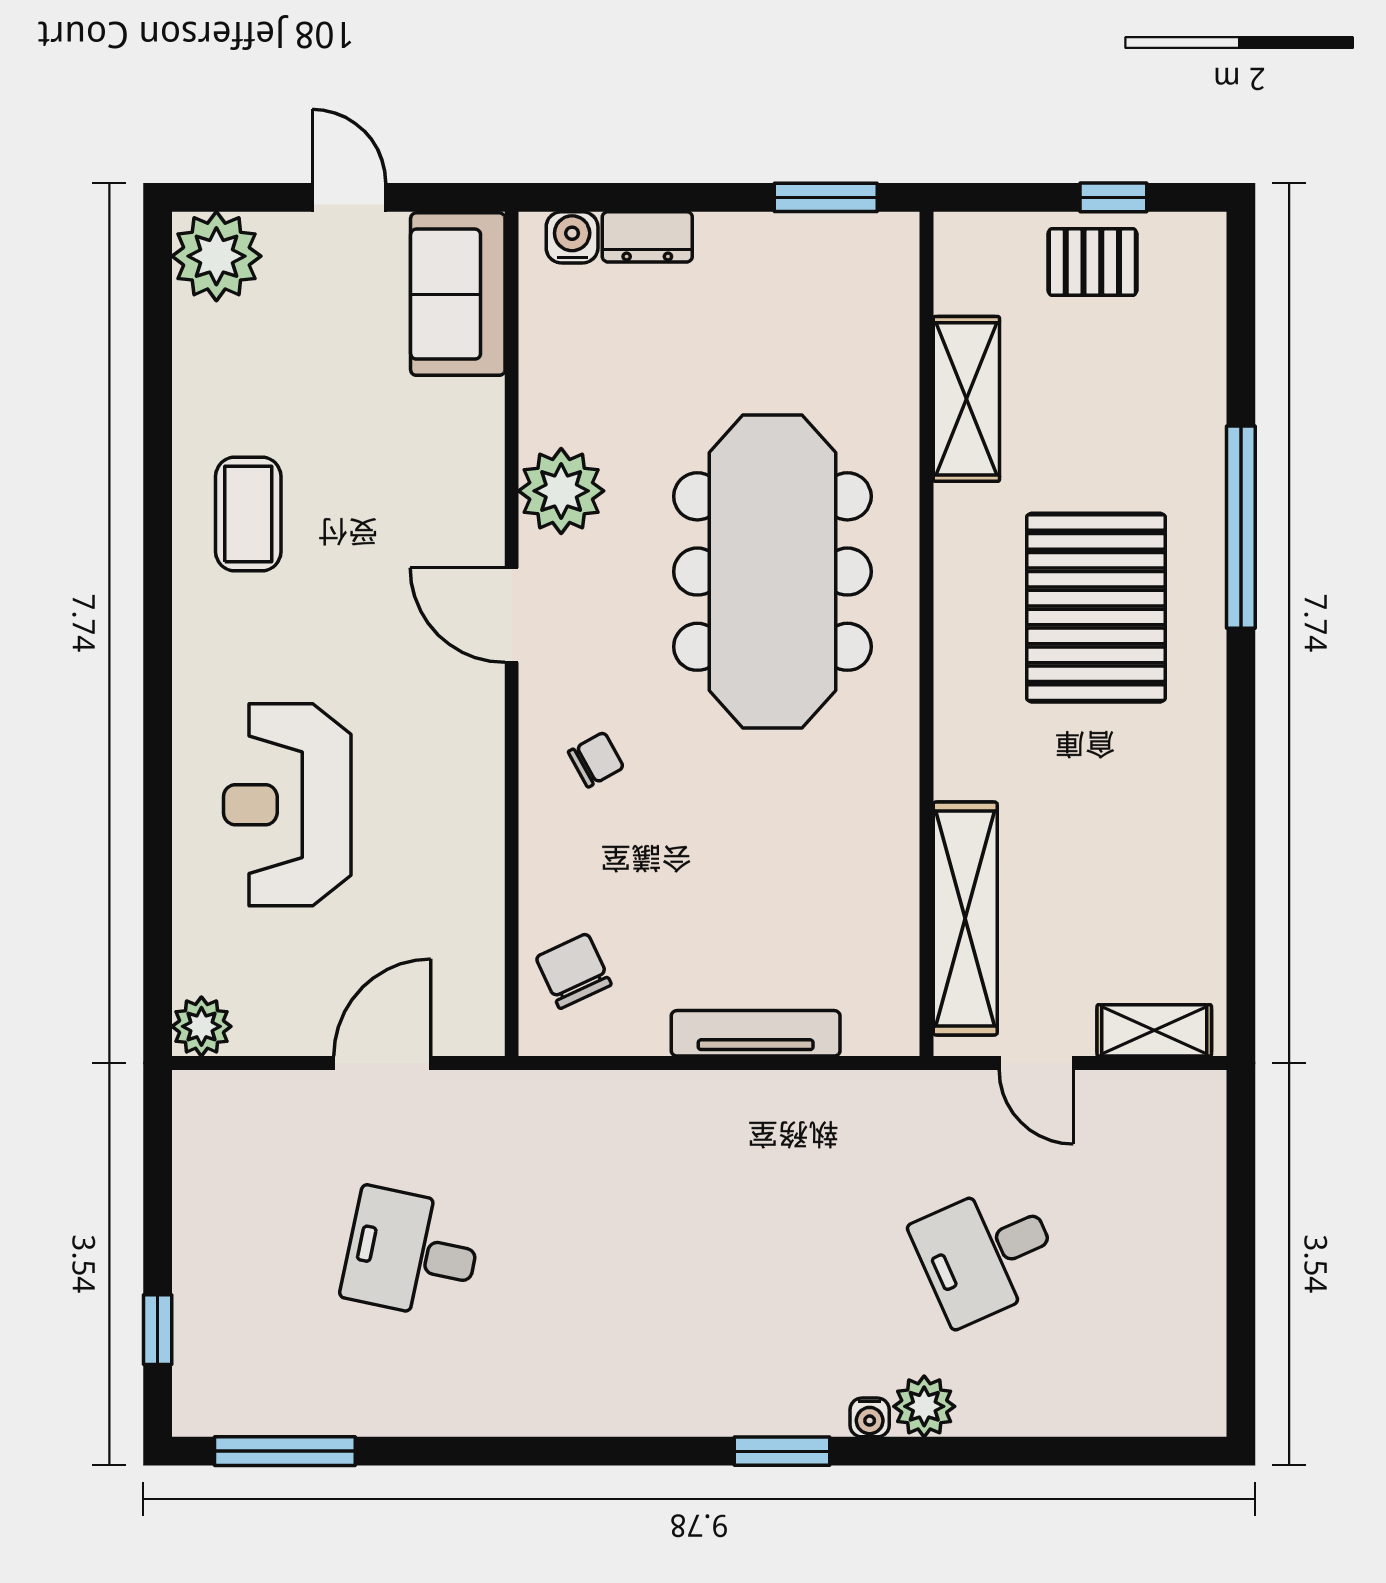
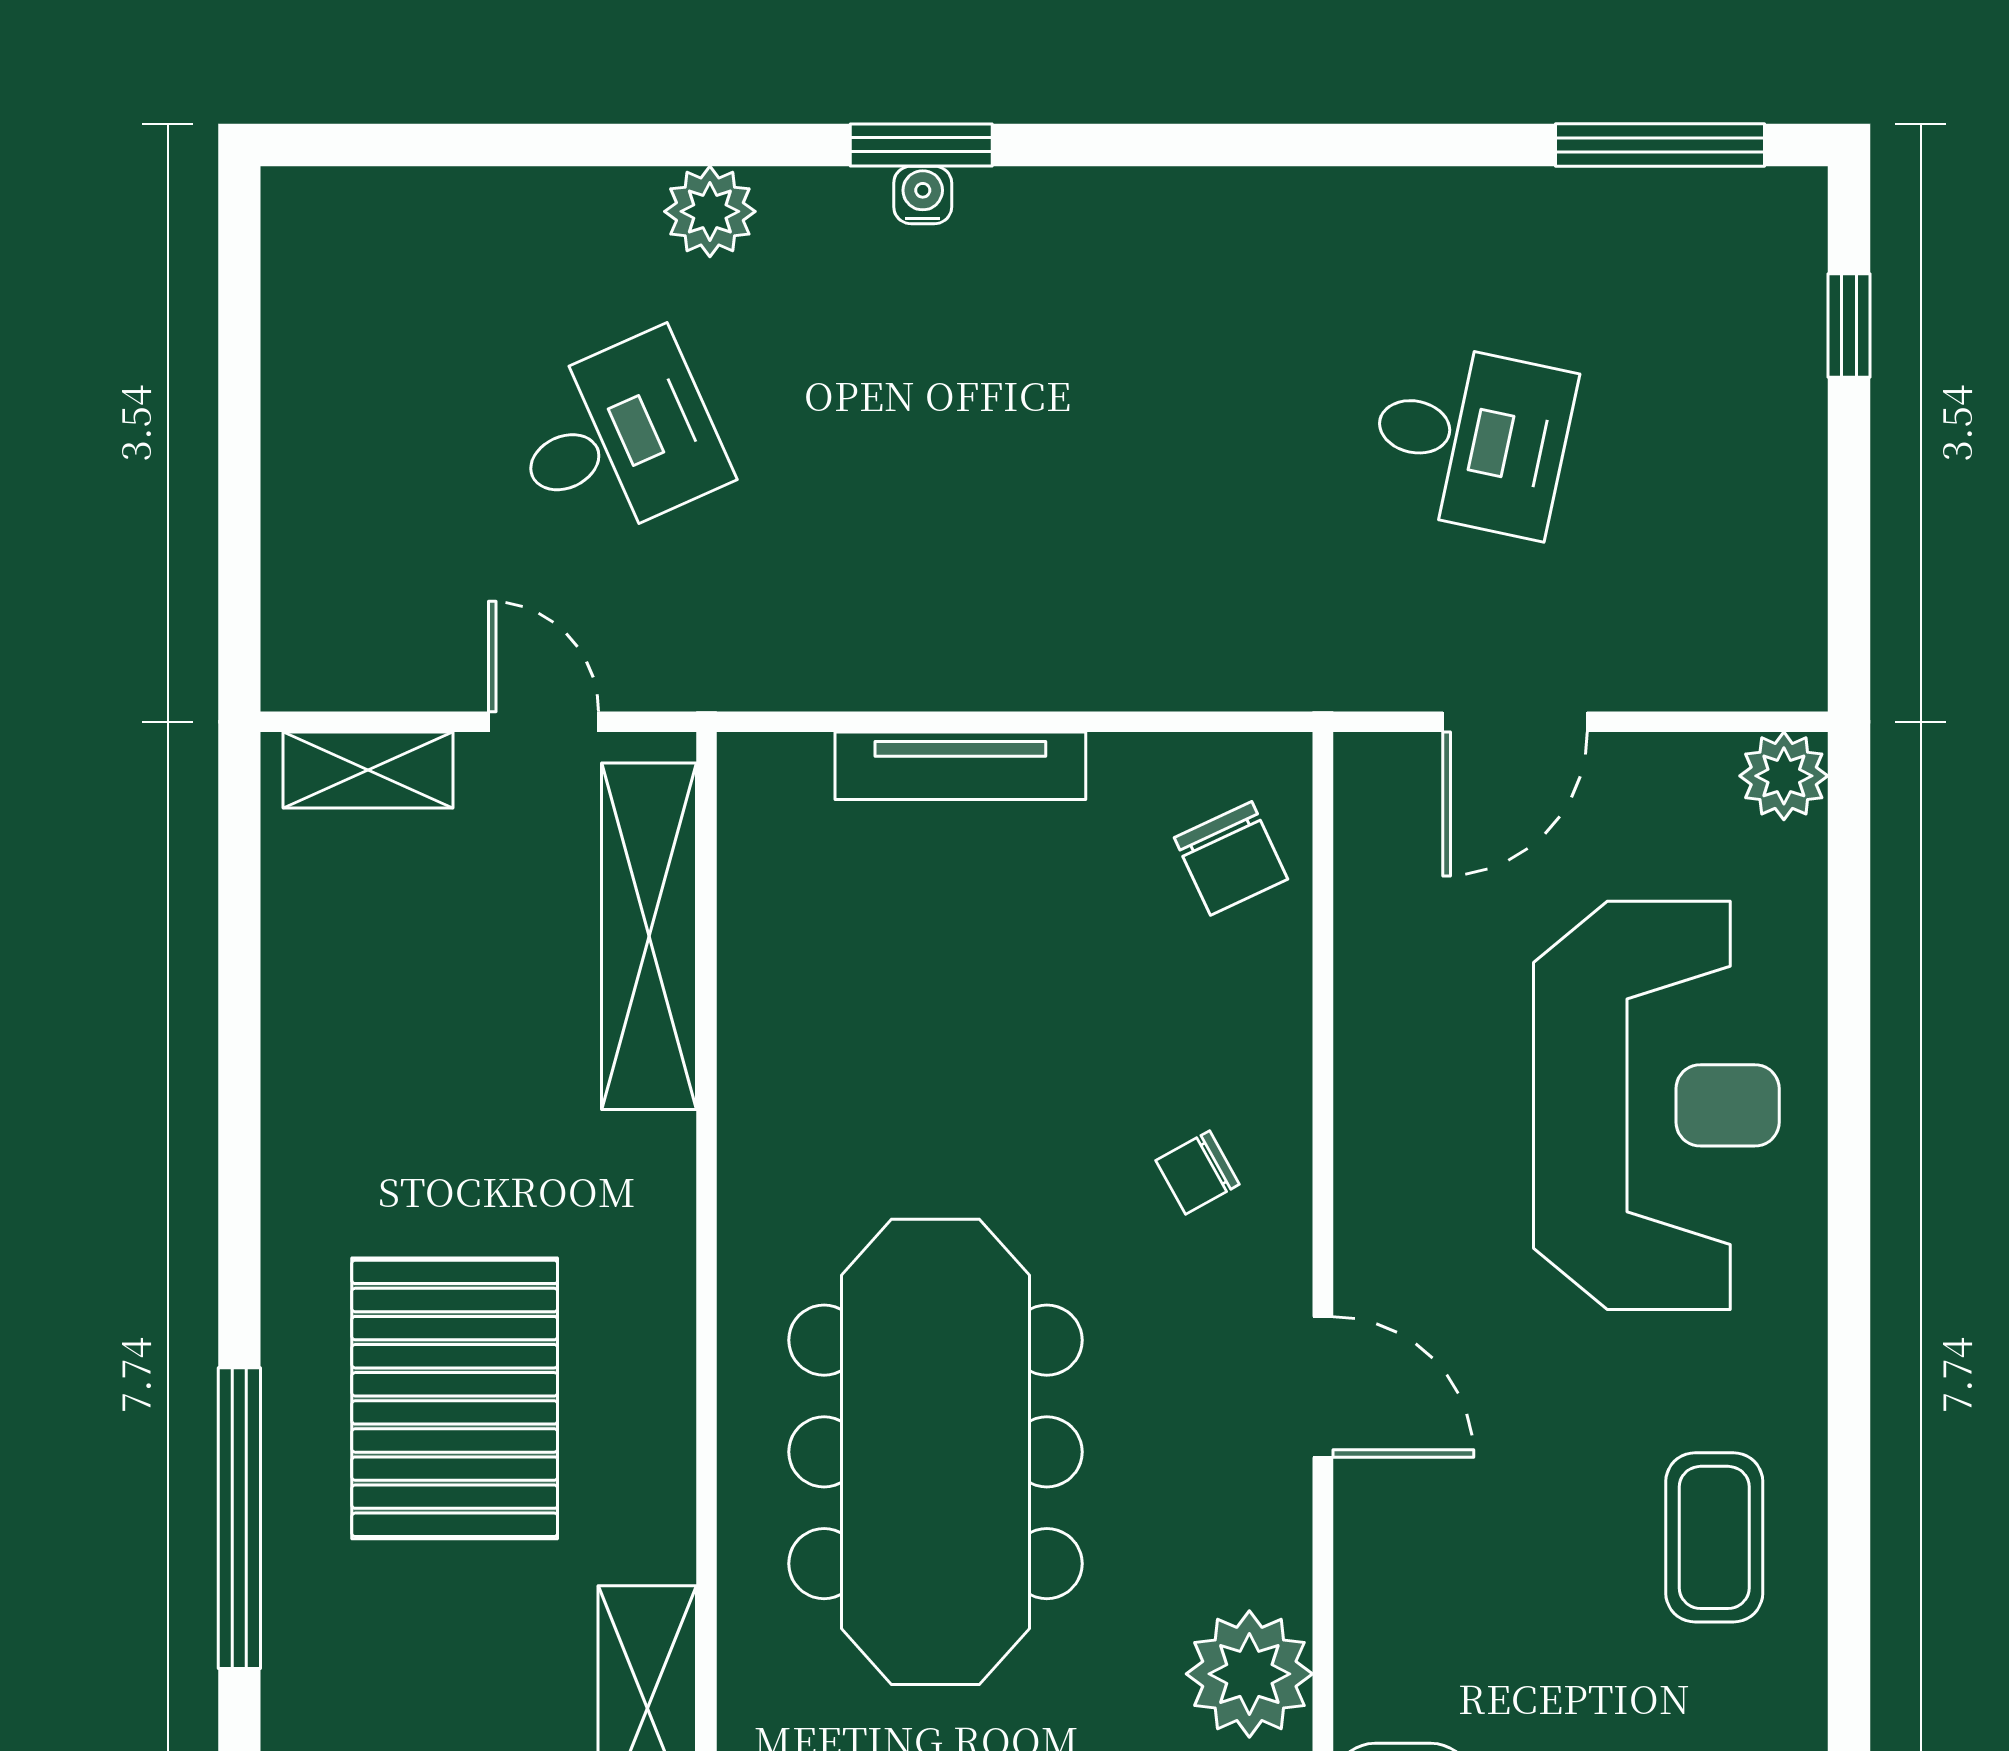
plant: (561, 491) -> (1249, 1674), moved
reception desk: (287, 805) -> (1656, 1105), width x1.36, depth x1.30
water cooler: (870, 1417) -> (923, 195), moved

